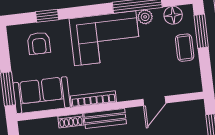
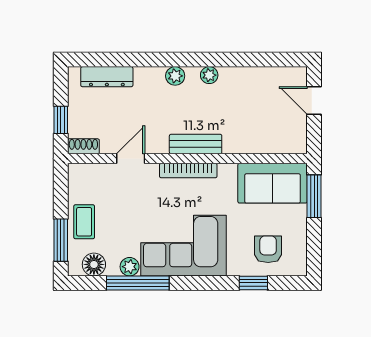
bookcase: (93, 99) -> (188, 171), moved
shoe rack: (71, 121) -> (83, 146), moved

